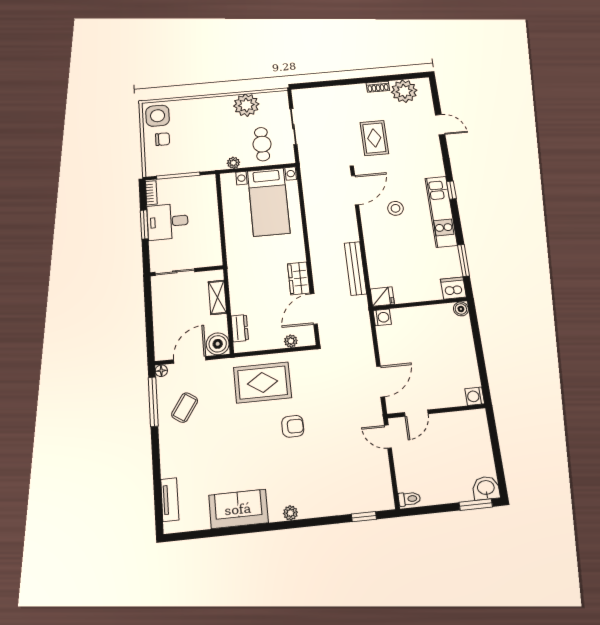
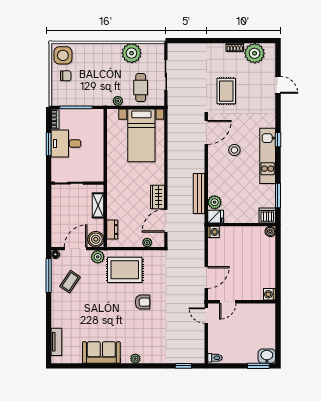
plant: (378, 278) -> (215, 202), added
plant: (222, 368) -> (98, 257), added

